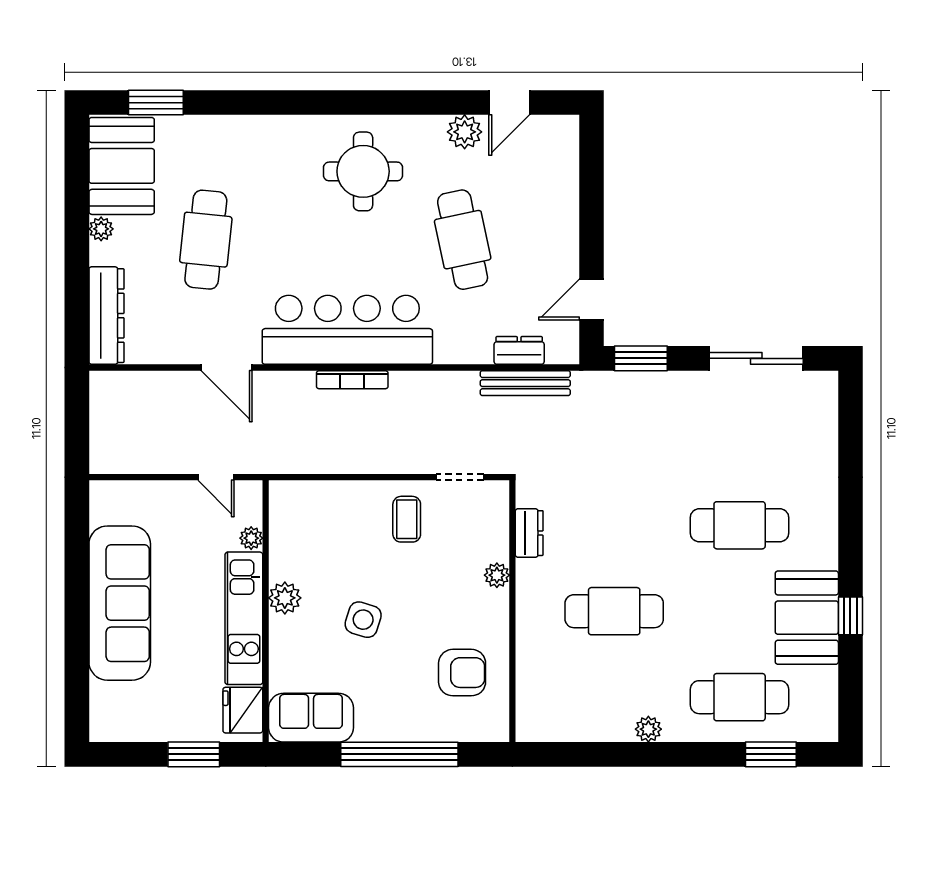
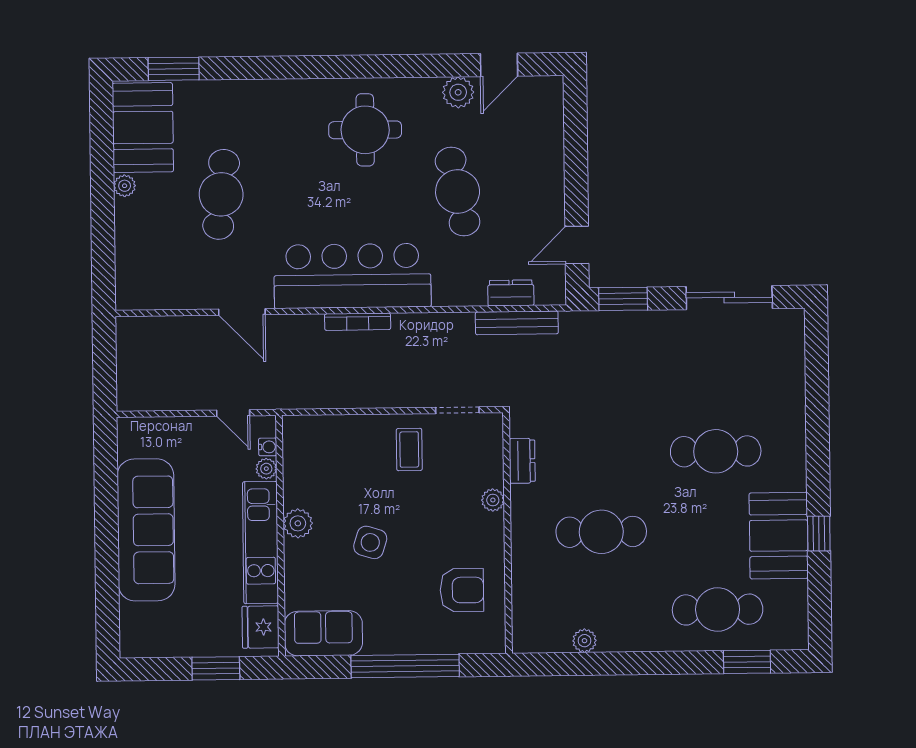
dresser: (106, 316) -> (131, 265), removed
water cooler: (253, 515) -> (268, 447), added
plant: (648, 729) -> (584, 641), moved

